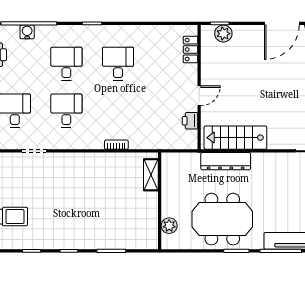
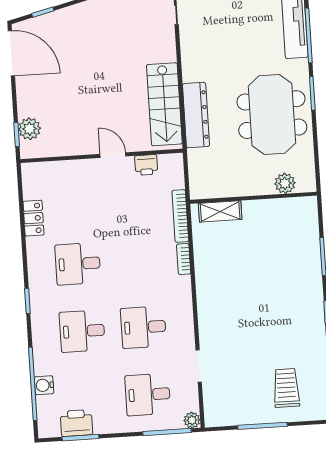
locker: (190, 49) -> (33, 218), moved, turned -90
bookcase: (149, 144) -> (180, 216), added

